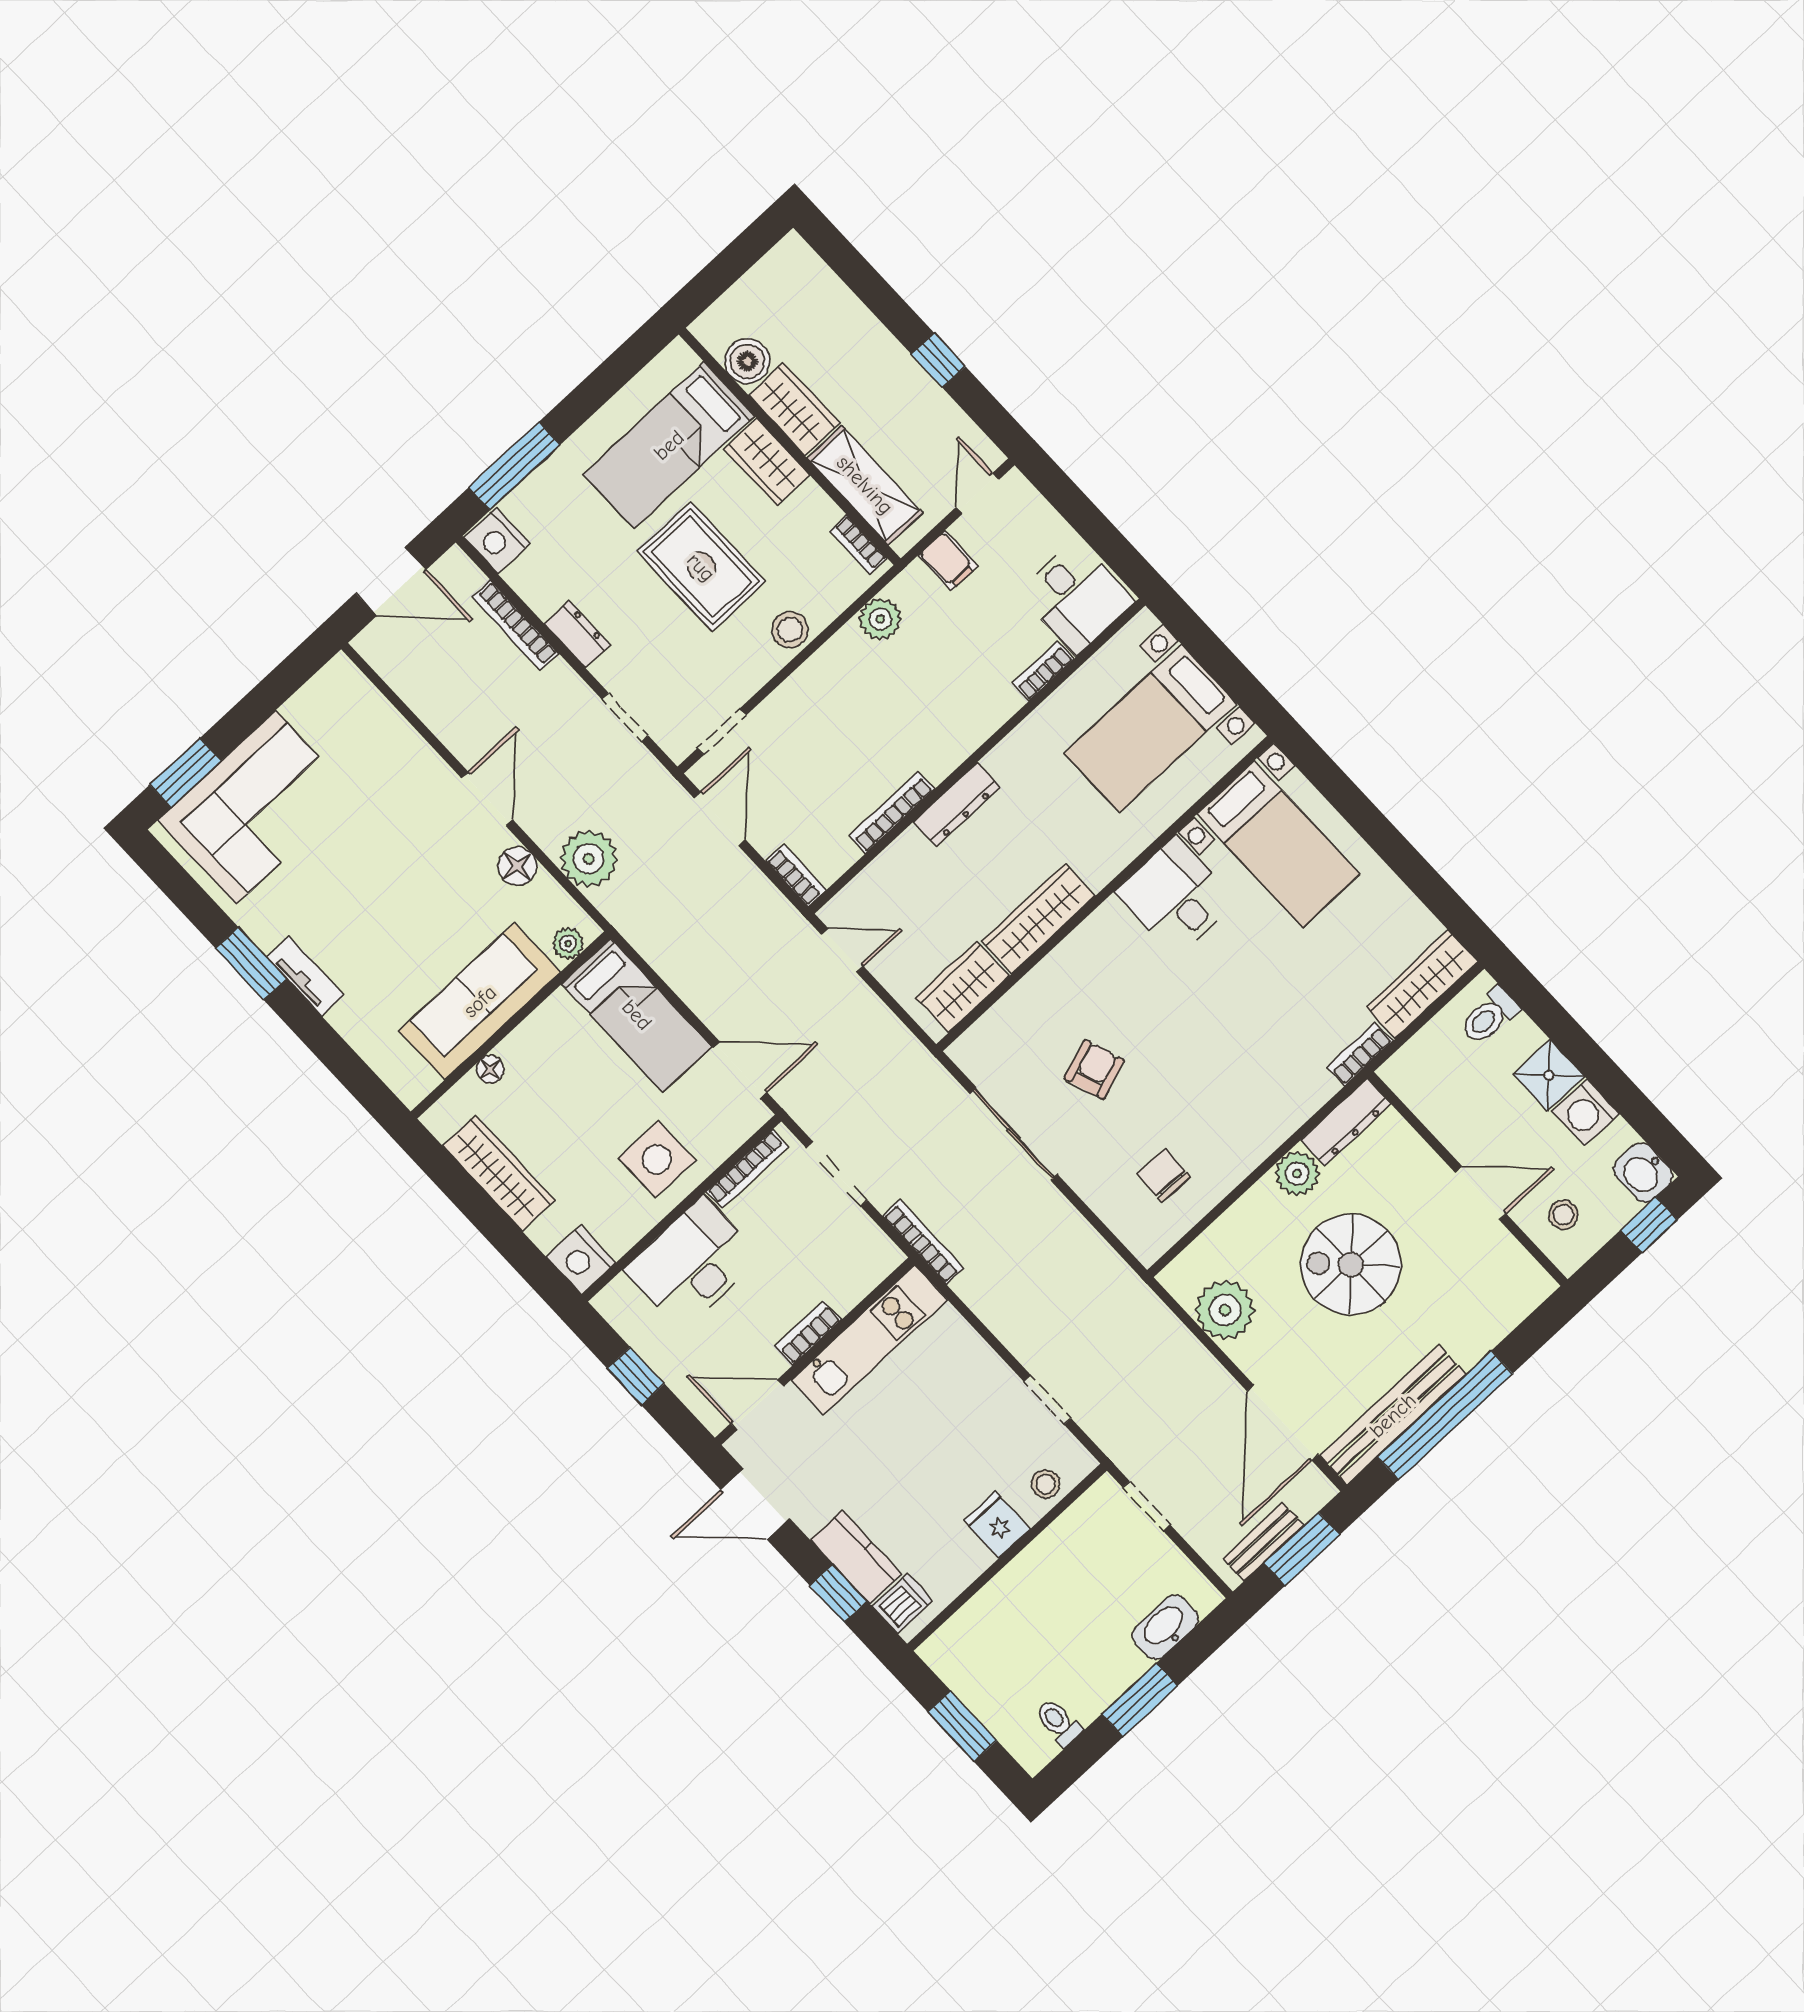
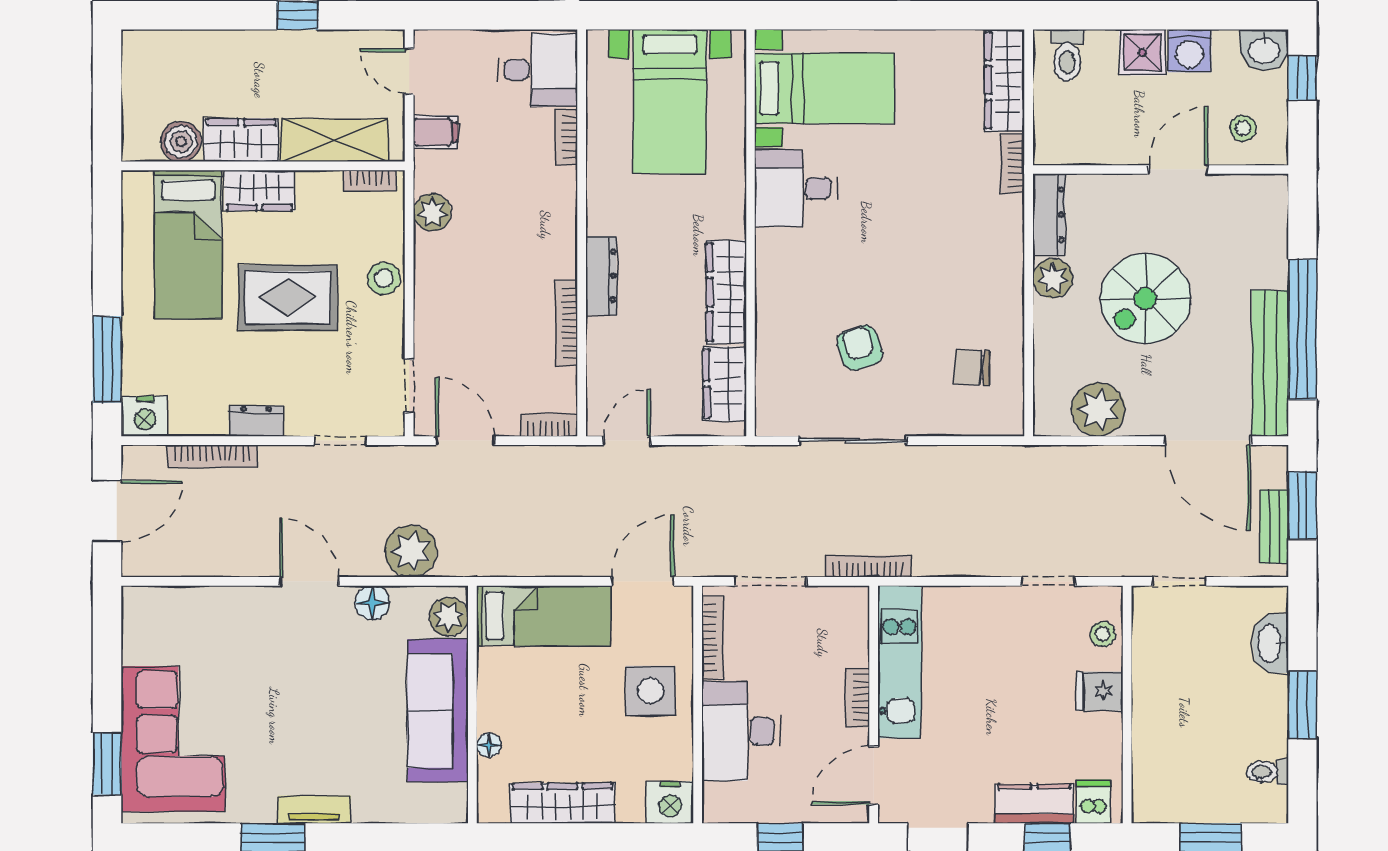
plant: (568, 943) -> (449, 617), width x1.38, depth x1.38

